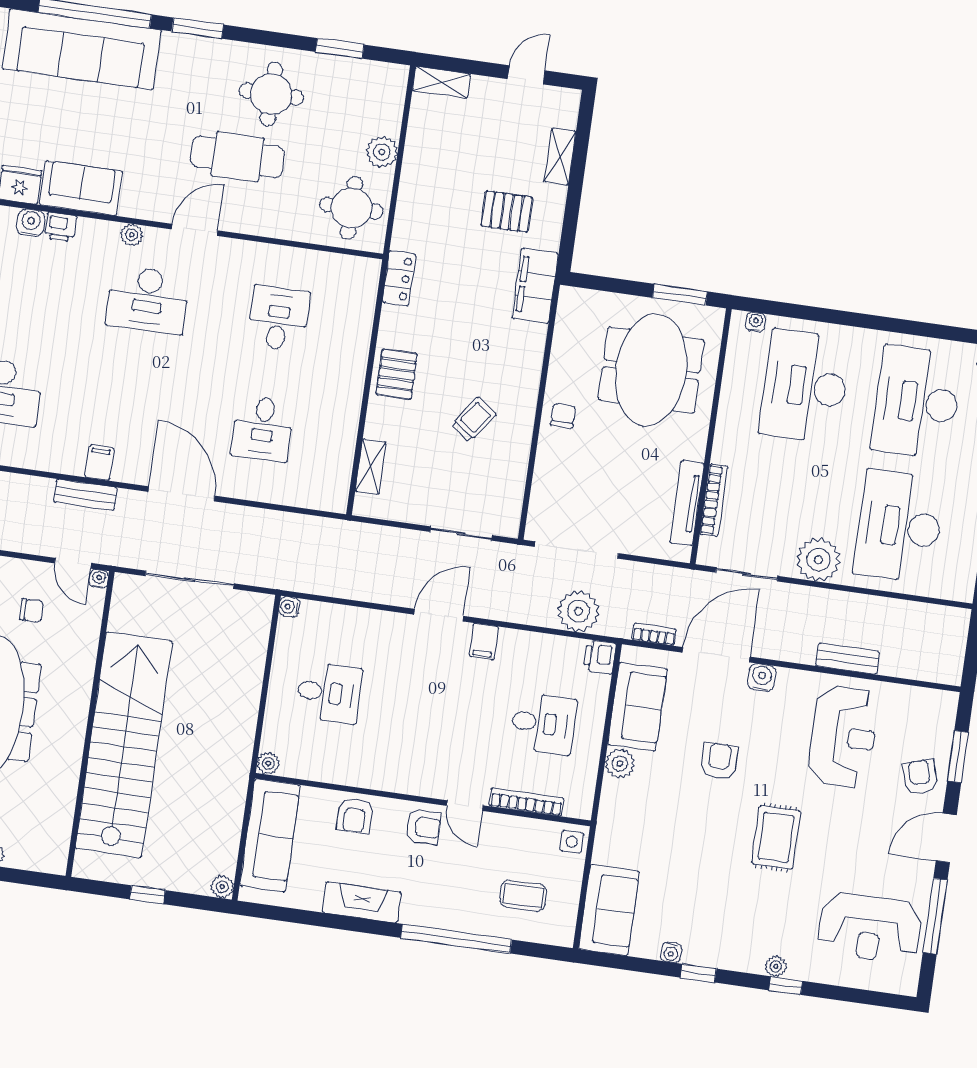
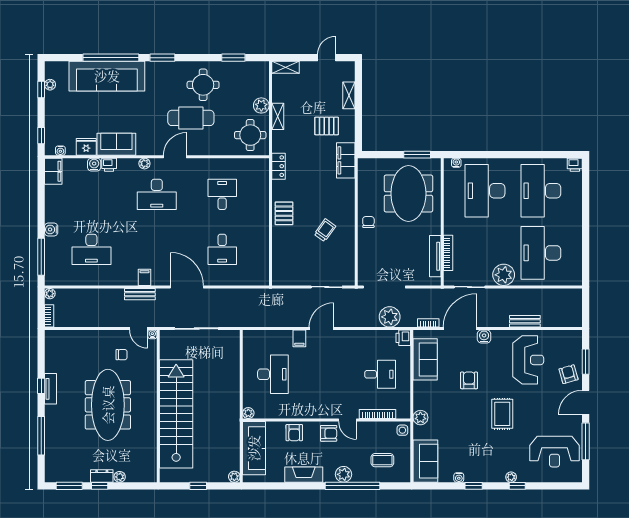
shelving: (371, 467) -> (278, 116), moved
water cooler: (289, 607) -> (248, 335), removed
filing cabinet: (484, 642) -> (299, 338), moved
desk: (329, 693) -> (273, 374), width x1.37
plant: (620, 764) -> (420, 418), moved
plant: (441, 913) -> (344, 474), added

